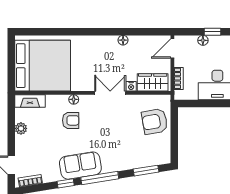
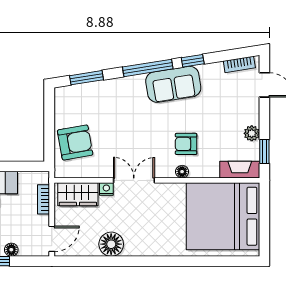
floor lamp: (123, 40) -> (111, 244), width x1.89, depth x1.89
double door: (110, 93) -> (134, 180), swing flipped
window: (11, 115) -> (264, 151), added

